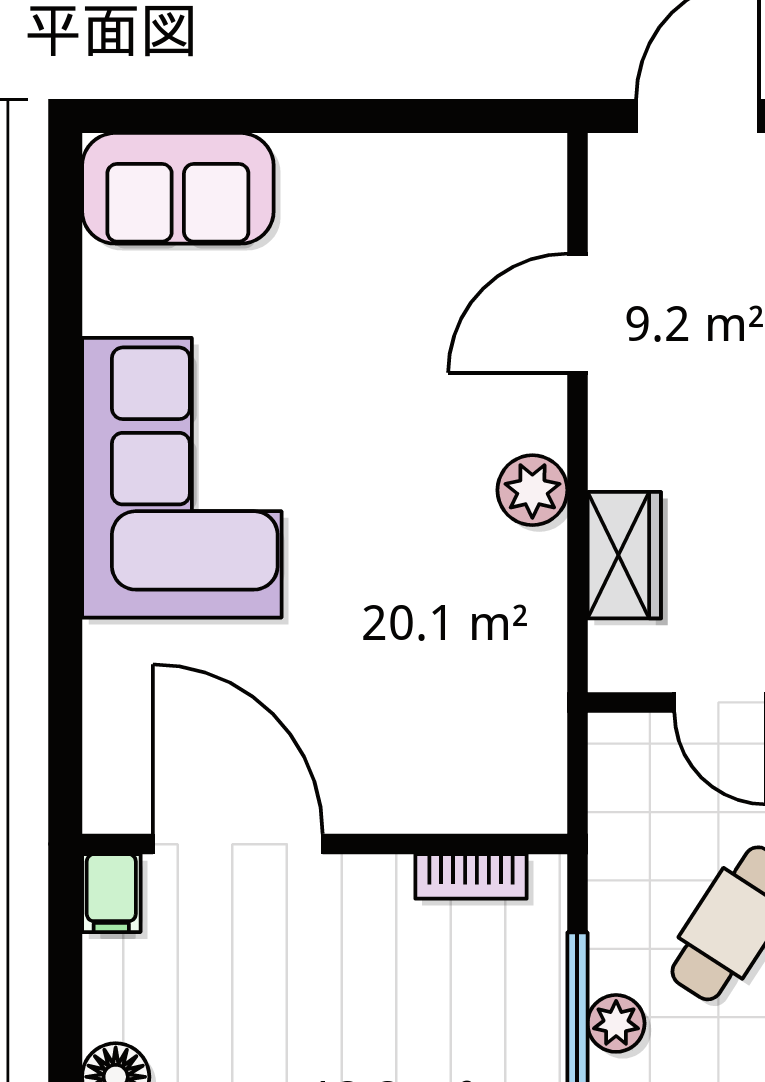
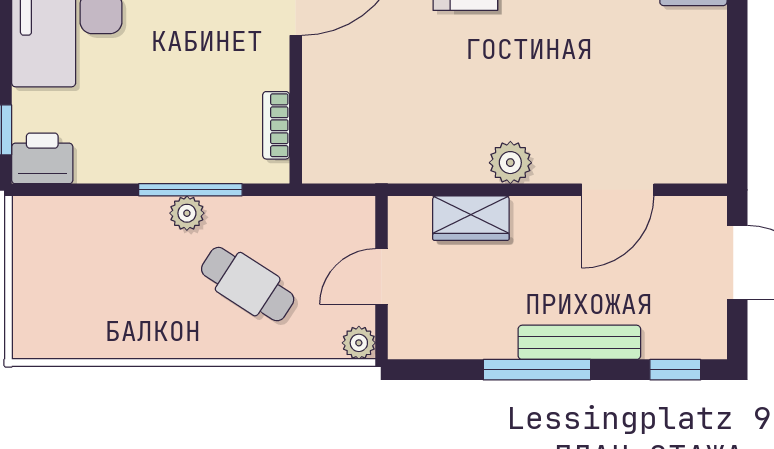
door: (577, 313) -> (618, 190), swing flipped

